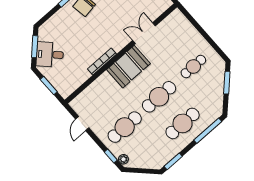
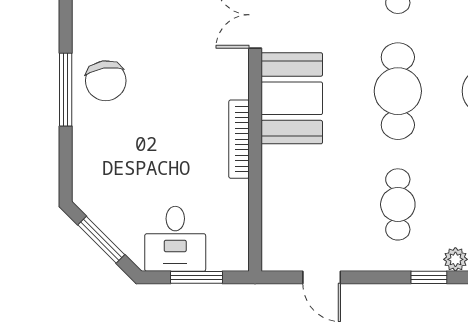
desk: (50, 54) -> (175, 239), moved, turned -45
cafe table: (125, 127) -> (398, 204), width x0.73, depth x0.74

